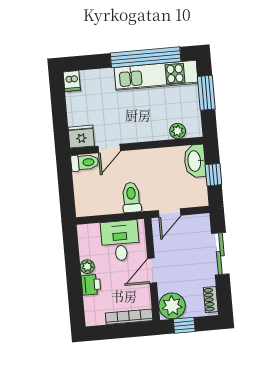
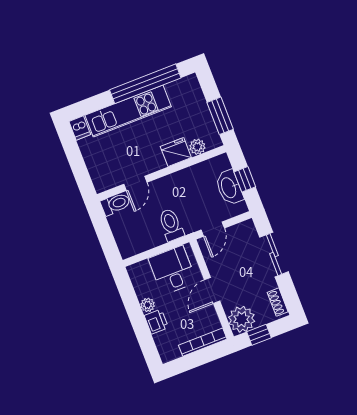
kitchen unit: (156, 75) -> (128, 111), moved
window: (206, 93) -> (220, 116), moved
fridge: (81, 137) -> (176, 152), moved
washbasin: (195, 161) -> (229, 188), moved

